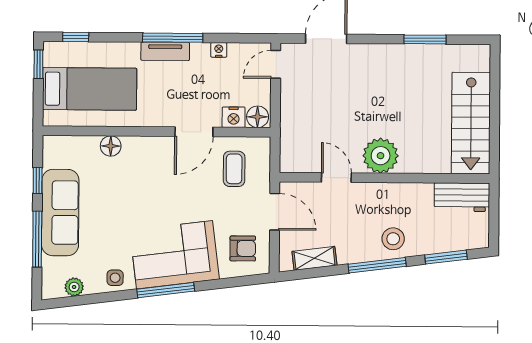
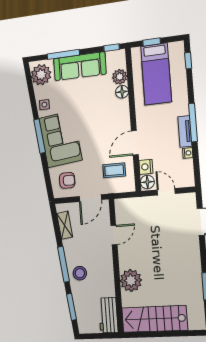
tv unit: (165, 51) -> (185, 131), moved
window: (38, 64) -> (152, 42), moved
door: (276, 64) -> (166, 192), moved
door: (194, 132) -> (135, 143), hinge flipped
plant: (86, 148) -> (120, 77), added
plant: (381, 156) -> (131, 280), moved
window: (38, 180) -> (112, 48), moved
armchair: (243, 248) -> (67, 180), turned -90
plant: (74, 287) -> (41, 75), width x1.88, depth x1.88

